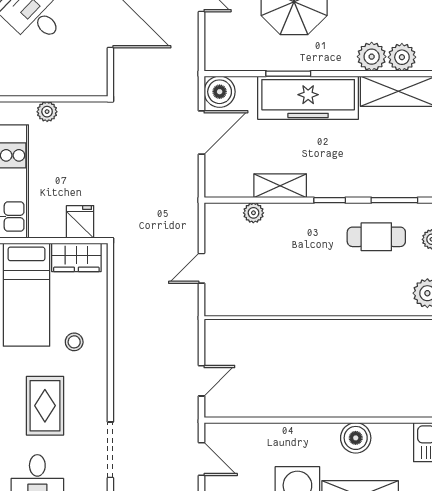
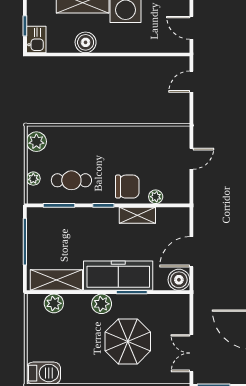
plant: (372, 57) -> (102, 304), moved
chair: (295, 228) -> (127, 187), added

